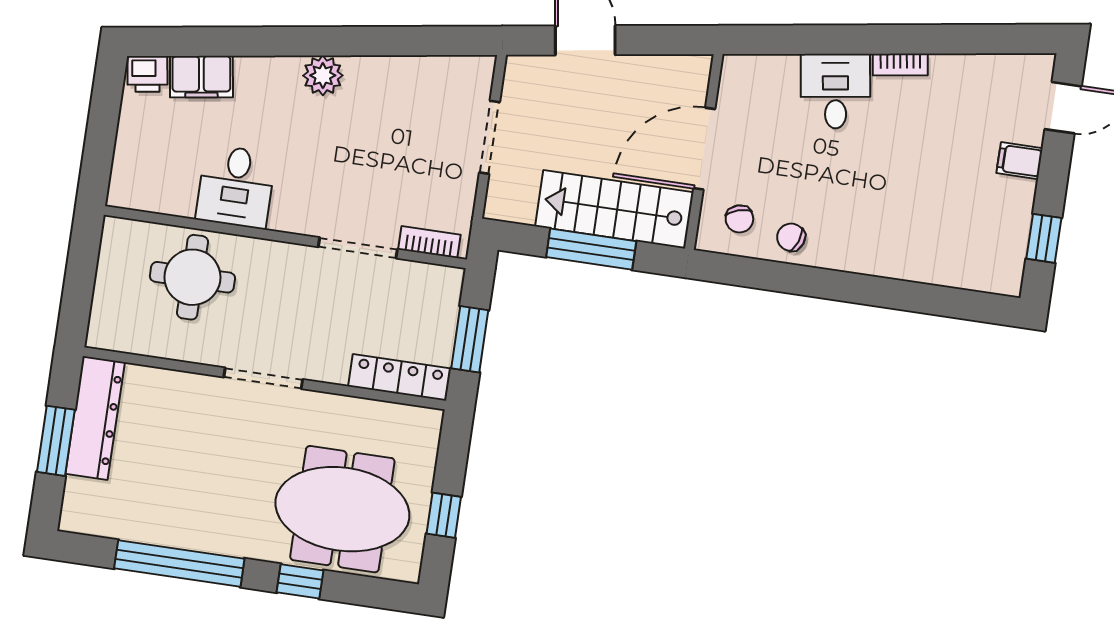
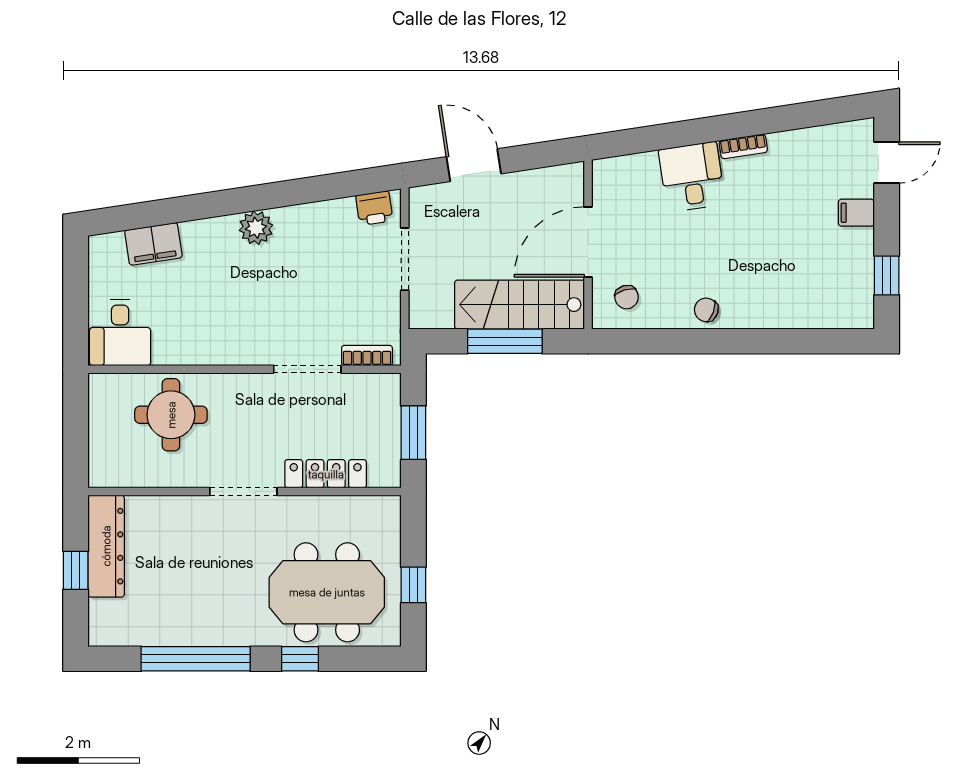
printer: (147, 74) -> (374, 208), moved
desk: (236, 187) -> (120, 333), moved
chair: (791, 237) -> (706, 310), moved
locker: (400, 377) -> (326, 474), moved
window: (56, 441) -> (76, 570), width x0.67

